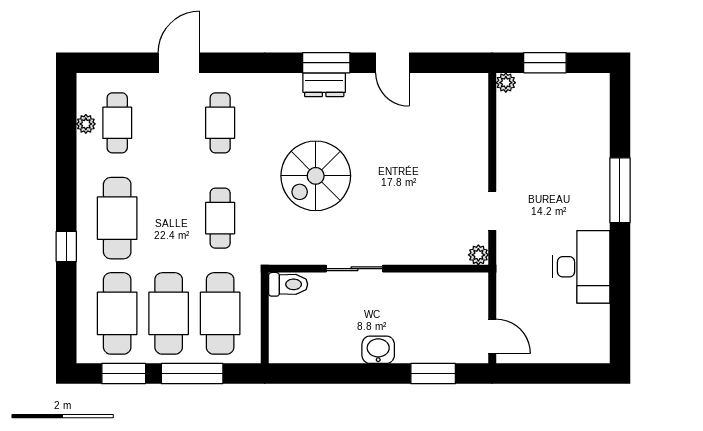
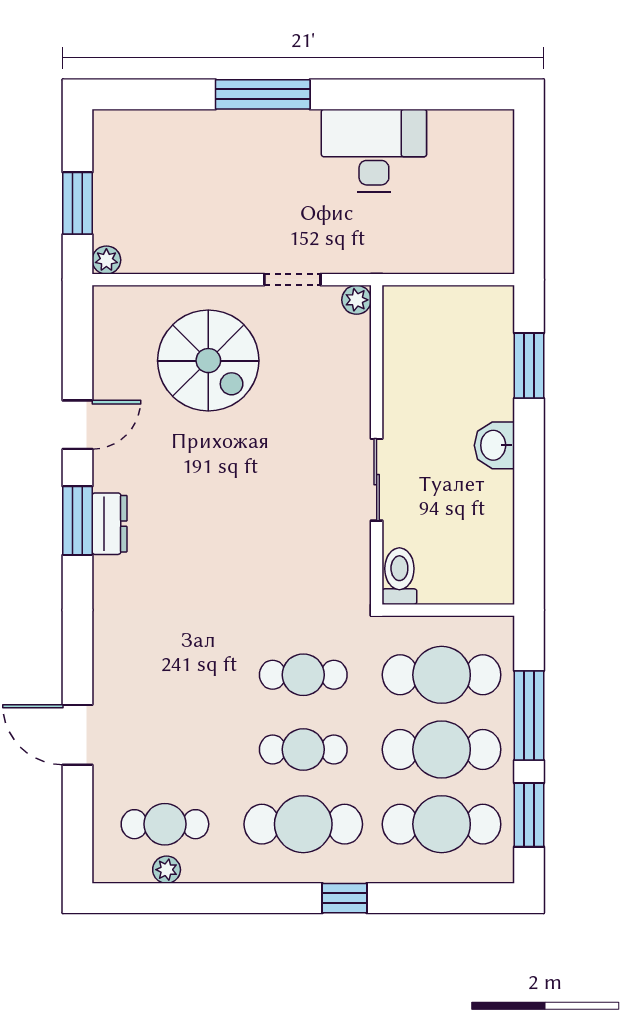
cafe table: (220, 123) -> (303, 749), moved
spiral stairs: (316, 176) -> (208, 361), moved
door: (492, 336) -> (475, 280), removed

